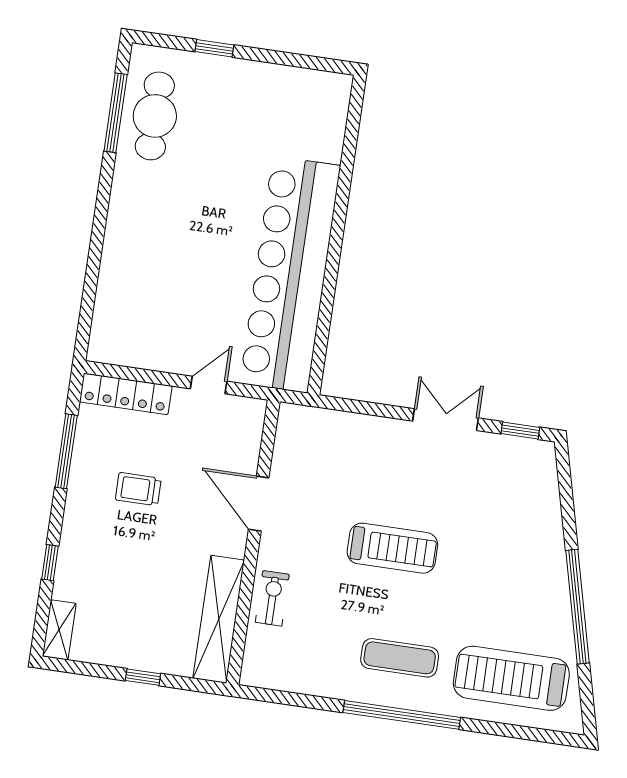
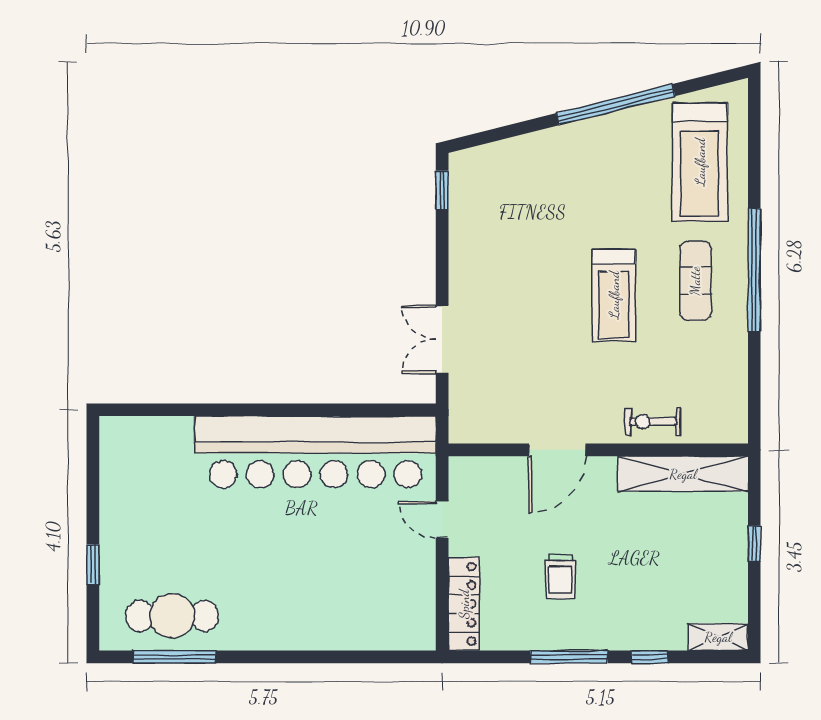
double door: (446, 420) -> (442, 339), moved
window: (66, 451) -> (569, 657), moved
treadmill: (392, 548) -> (614, 295), moved, turned 180

